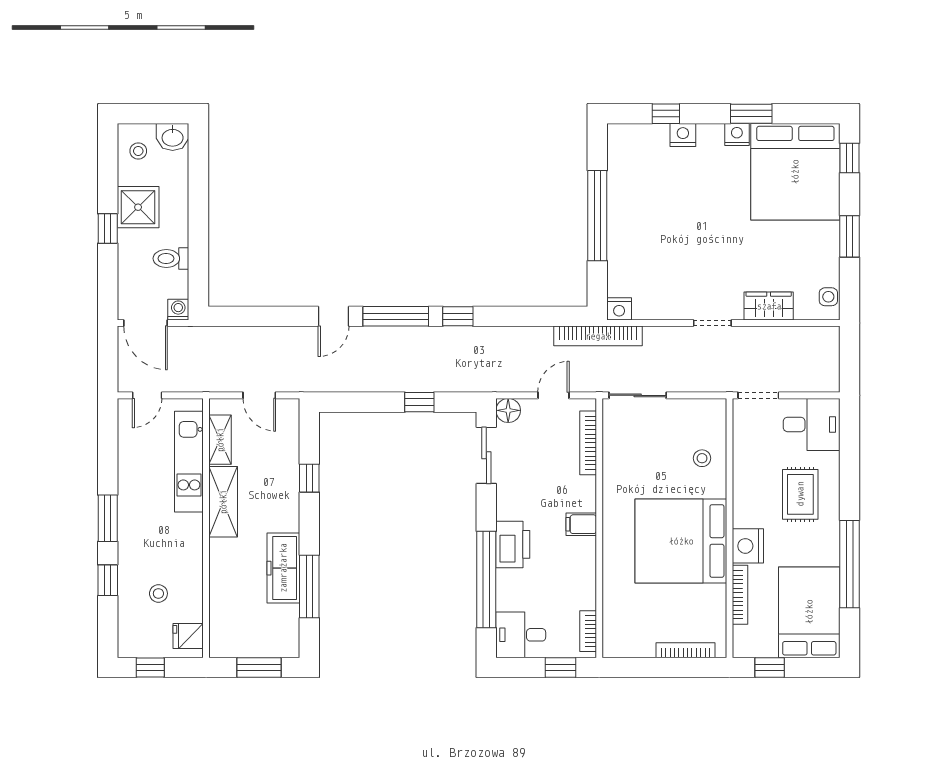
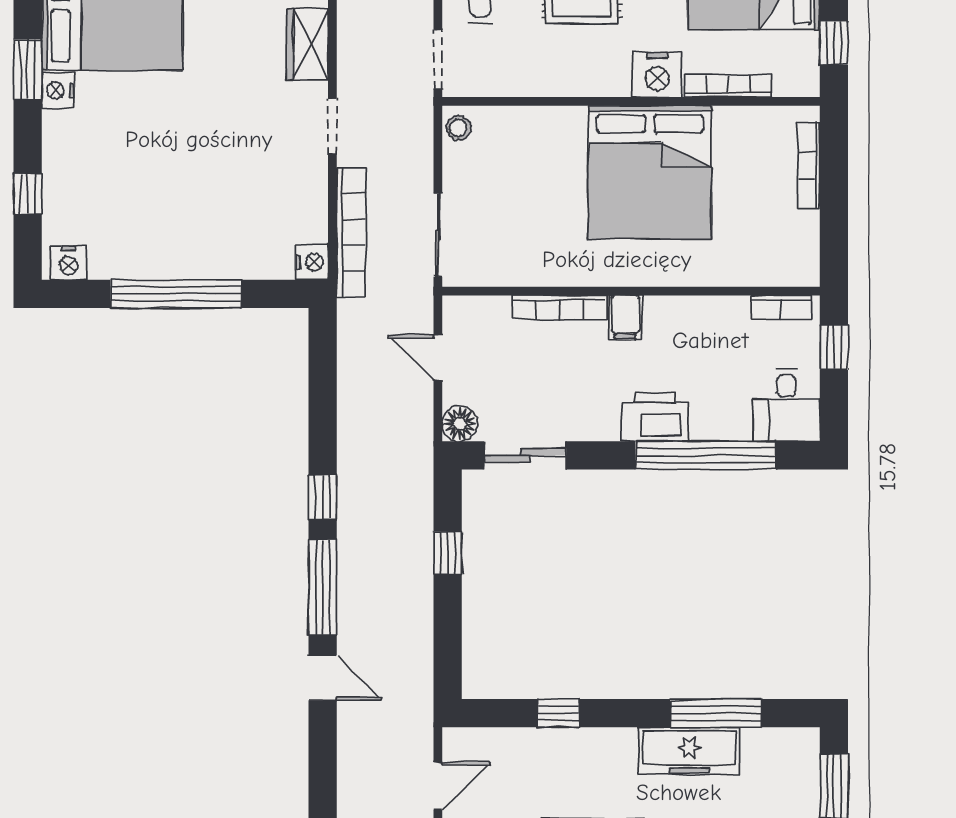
nightstand: (683, 135) -> (69, 263), moved, turned -90
bookcase: (598, 336) -> (351, 232), moved
bookcase: (588, 443) -> (559, 307), moved
stool: (702, 458) -> (459, 128), moved

